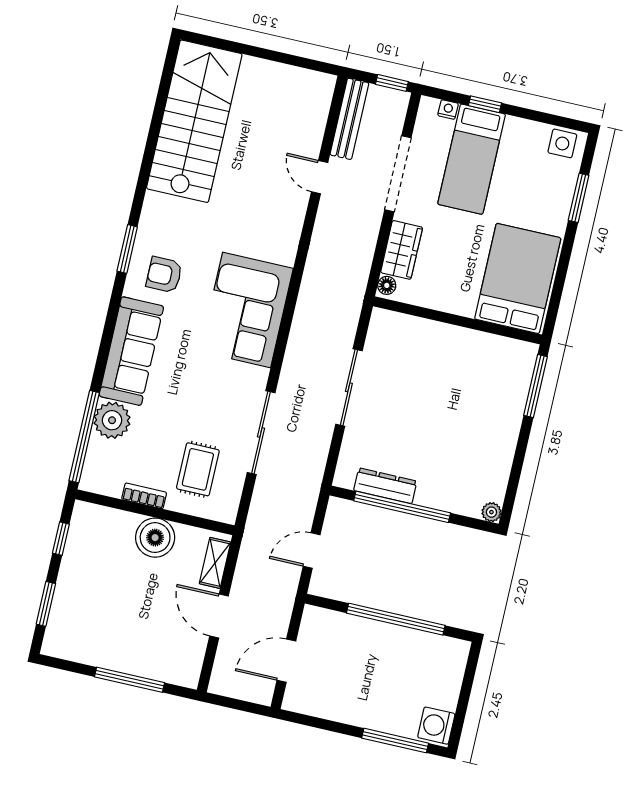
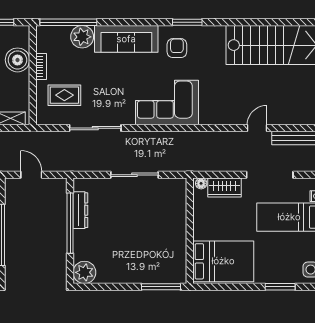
plant: (491, 512) -> (84, 272), width x1.87, depth x1.87
boiler: (155, 538) -> (17, 60), moved

